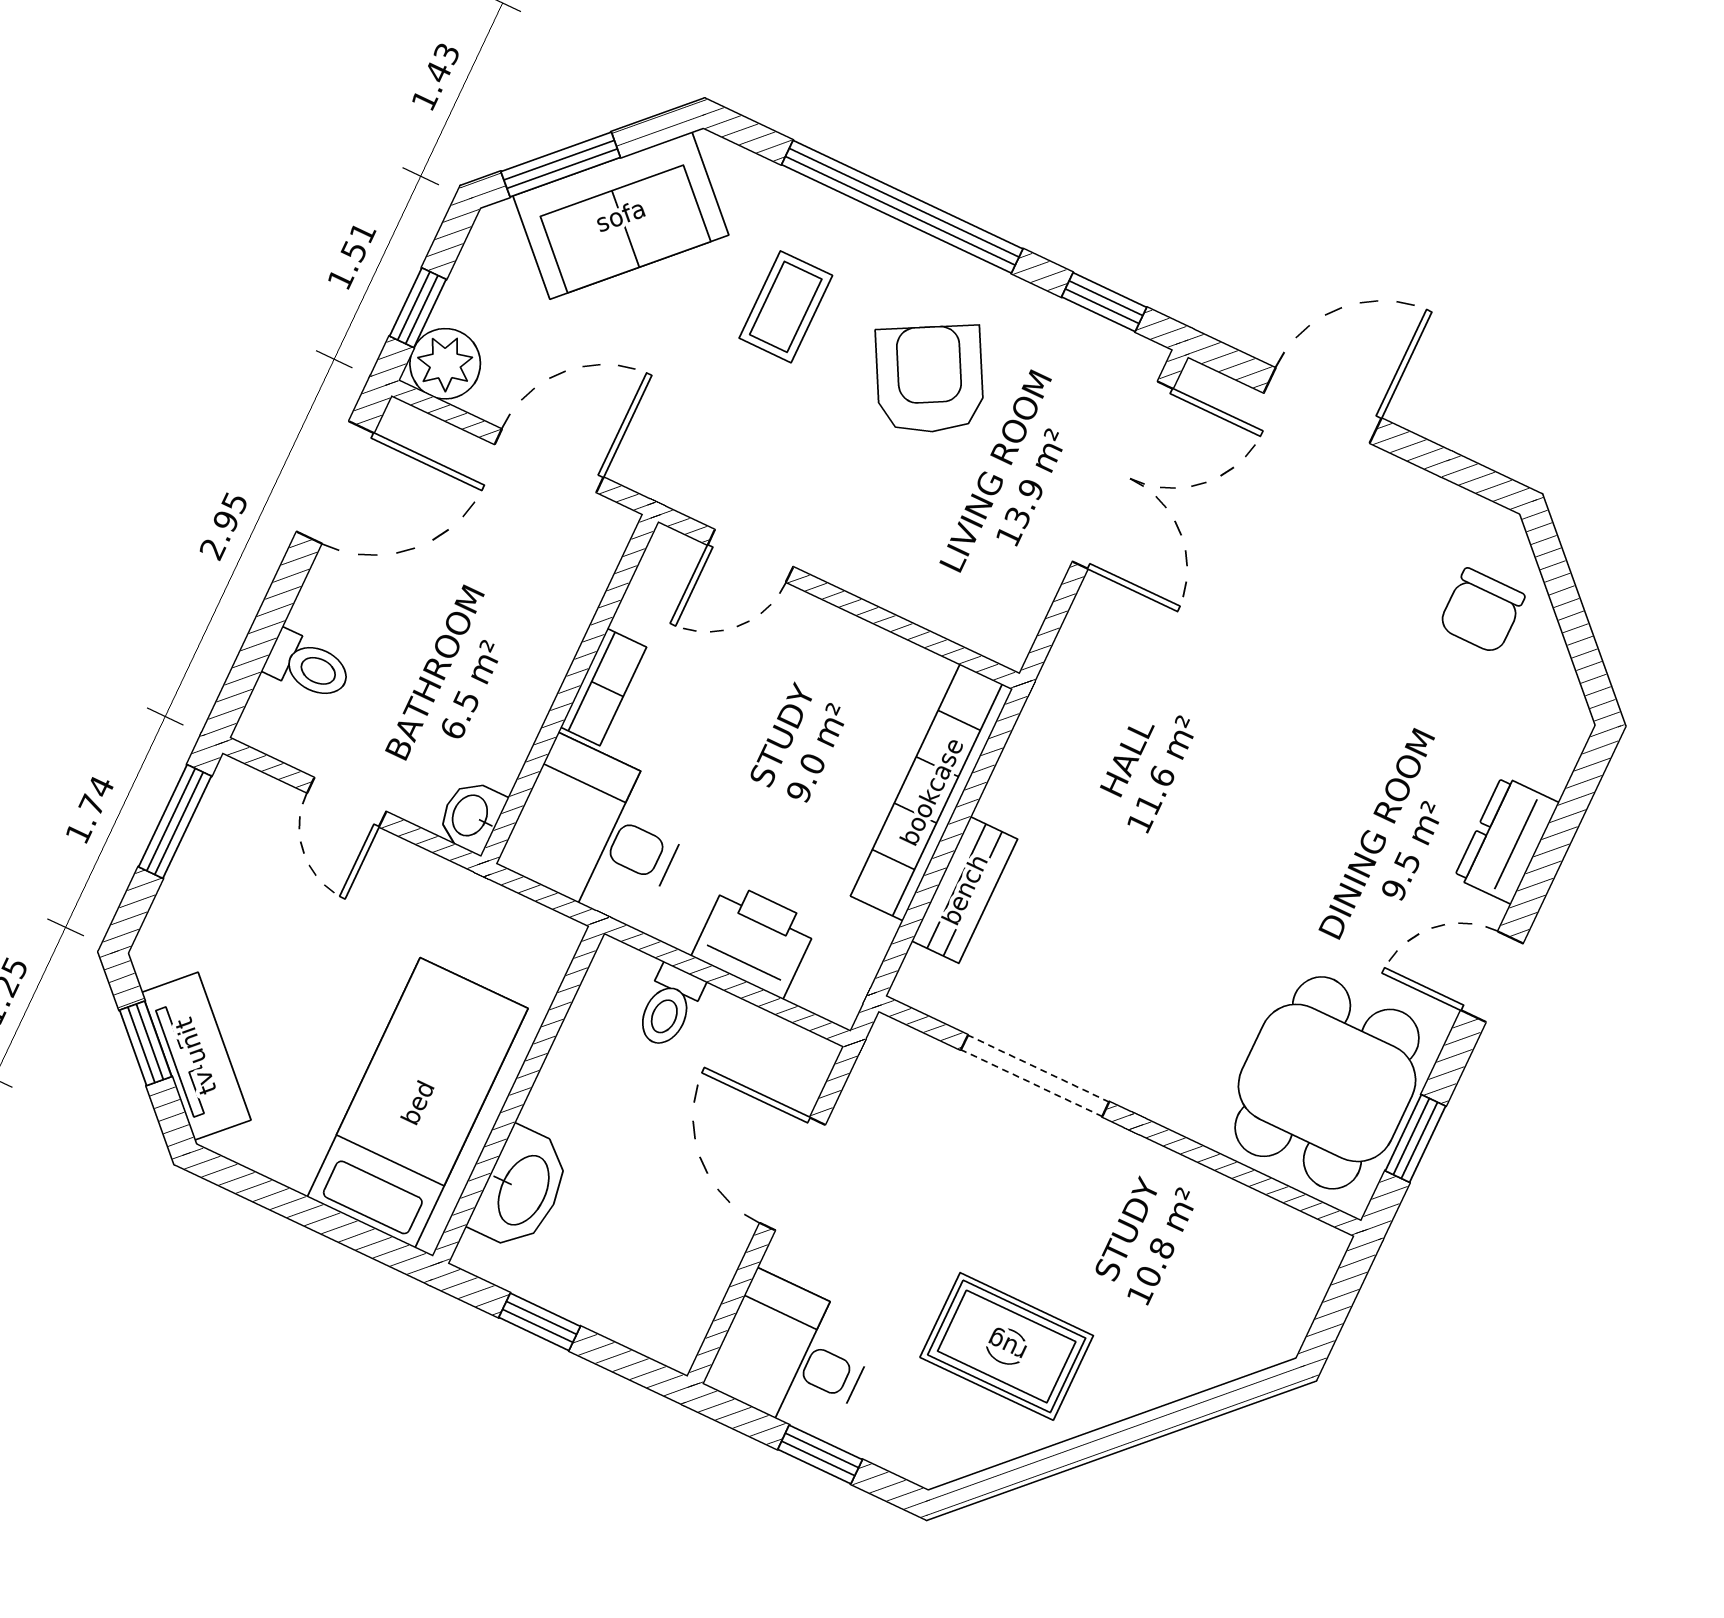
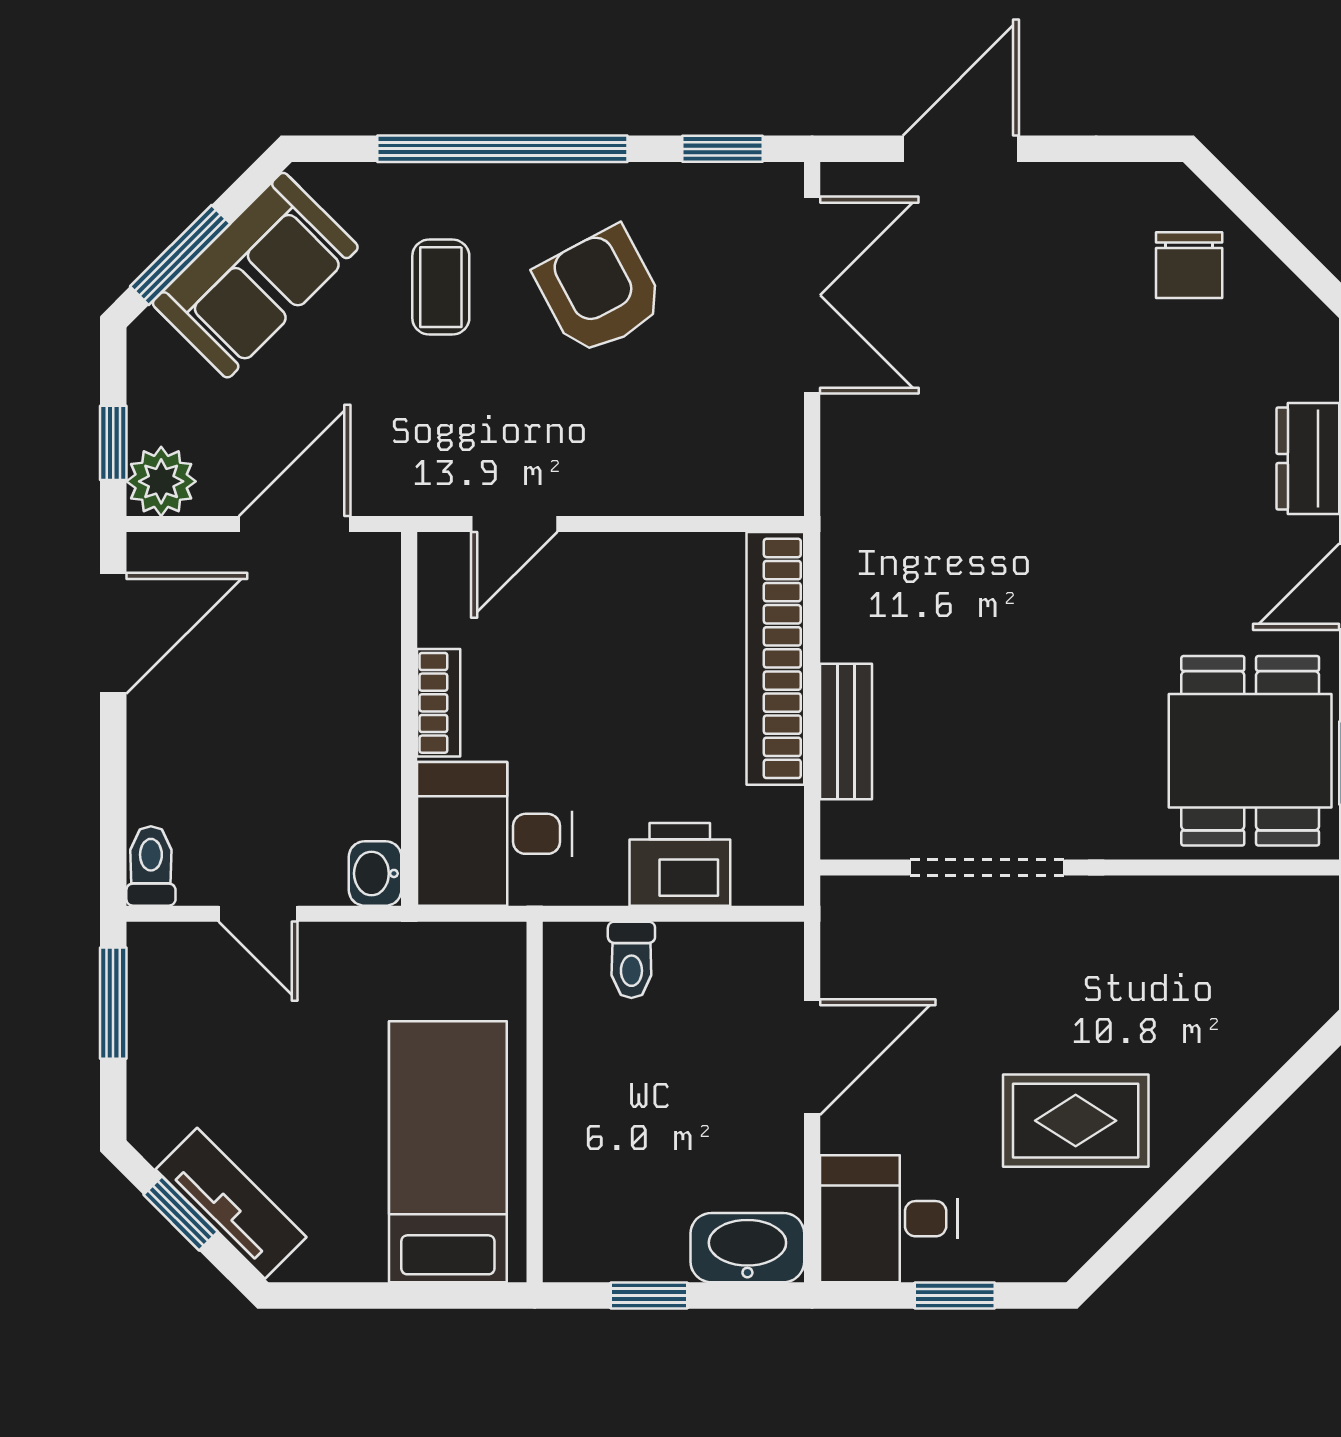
toilet: (308, 666) -> (151, 866), moved, turned -90
door: (793, 1174) -> (812, 1057), swing flipped
washbasin: (522, 1189) -> (747, 1248), moved, turned -90

